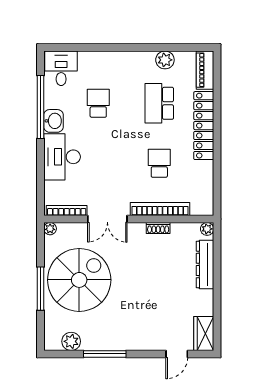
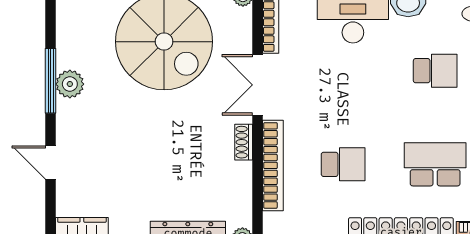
shoe rack: (158, 228) -> (244, 142), moved
plant: (71, 341) -> (70, 84), moved
door: (177, 354) -> (51, 162), moved

